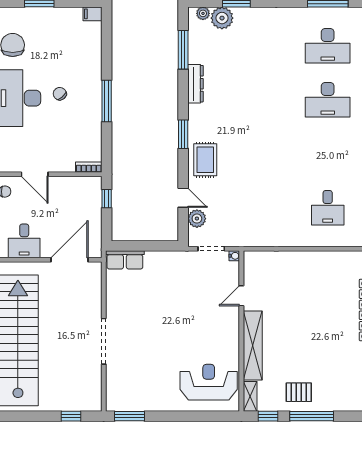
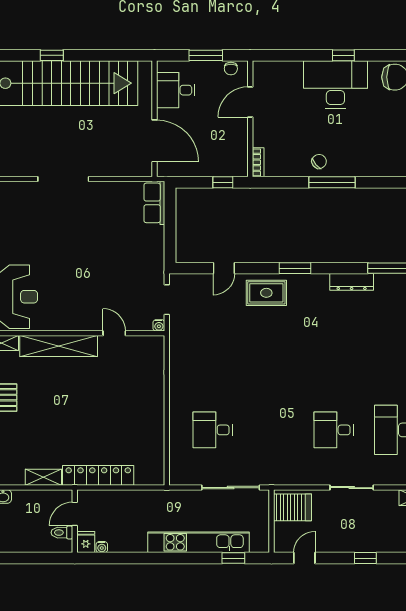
chair: (60, 94) -> (319, 162), moved
desk: (328, 100) -> (334, 430), width x0.73
plant: (197, 219) -> (201, 283), removed

